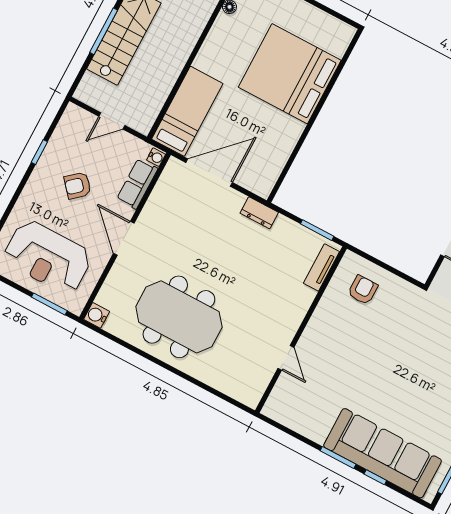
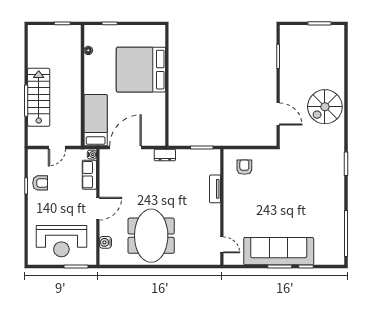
armchair: (78, 186) -> (40, 183), moved, turned -139
door: (124, 238) -> (98, 209), swing flipped
tv unit: (321, 267) -> (215, 189), moved
water cooler: (97, 315) -> (105, 242), moved
meeting table: (179, 317) -> (151, 236), turned 90
door: (286, 358) -> (222, 245), moved
sofa: (383, 453) -> (279, 251), moved

